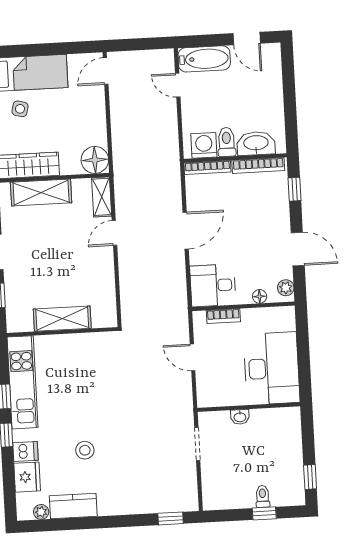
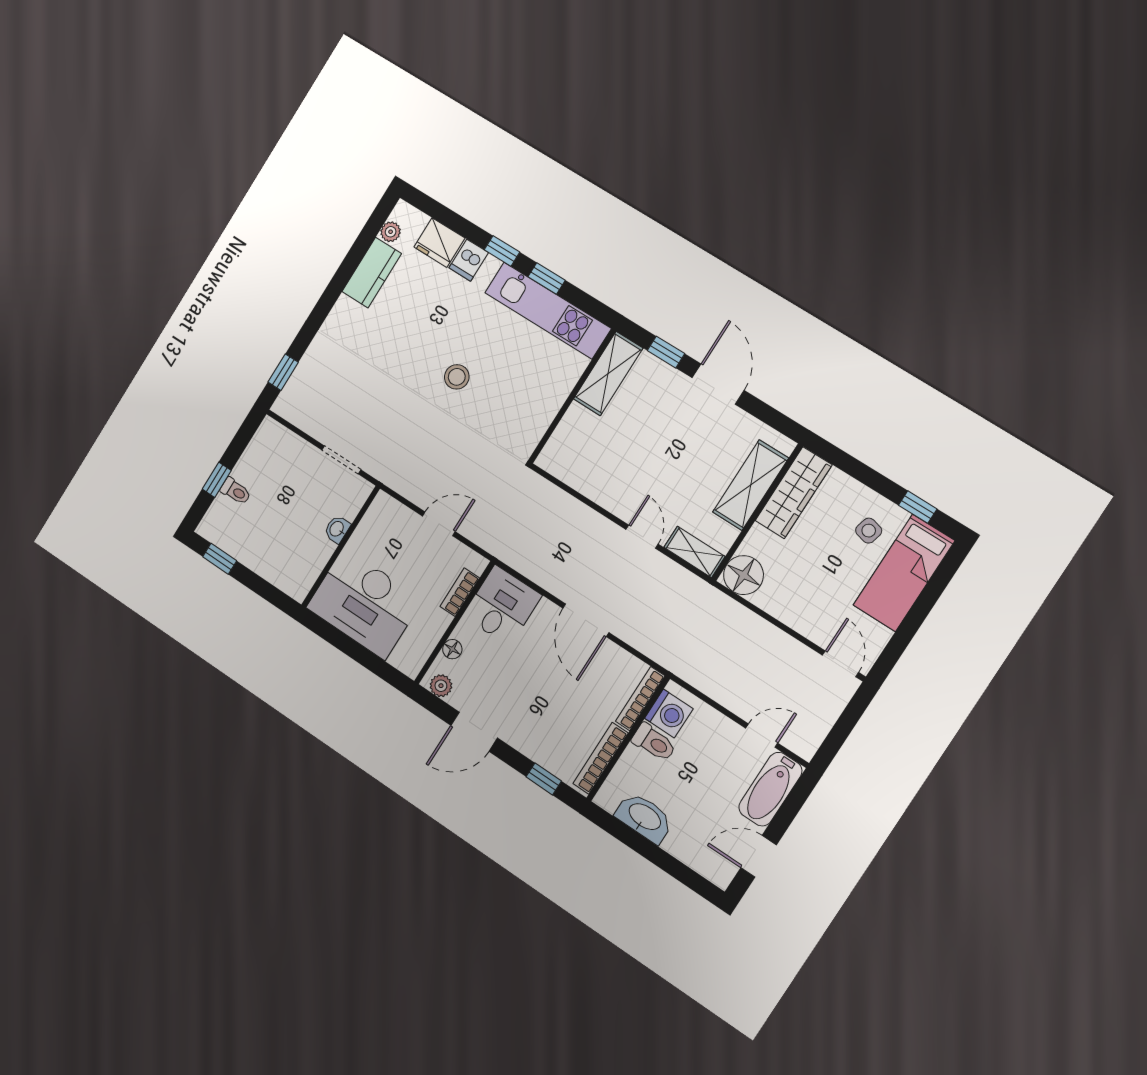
washbasin: (256, 143) -> (644, 817), moved, turned -90
shelving: (62, 319) -> (608, 374), moved
stool: (85, 450) -> (457, 377), moved

